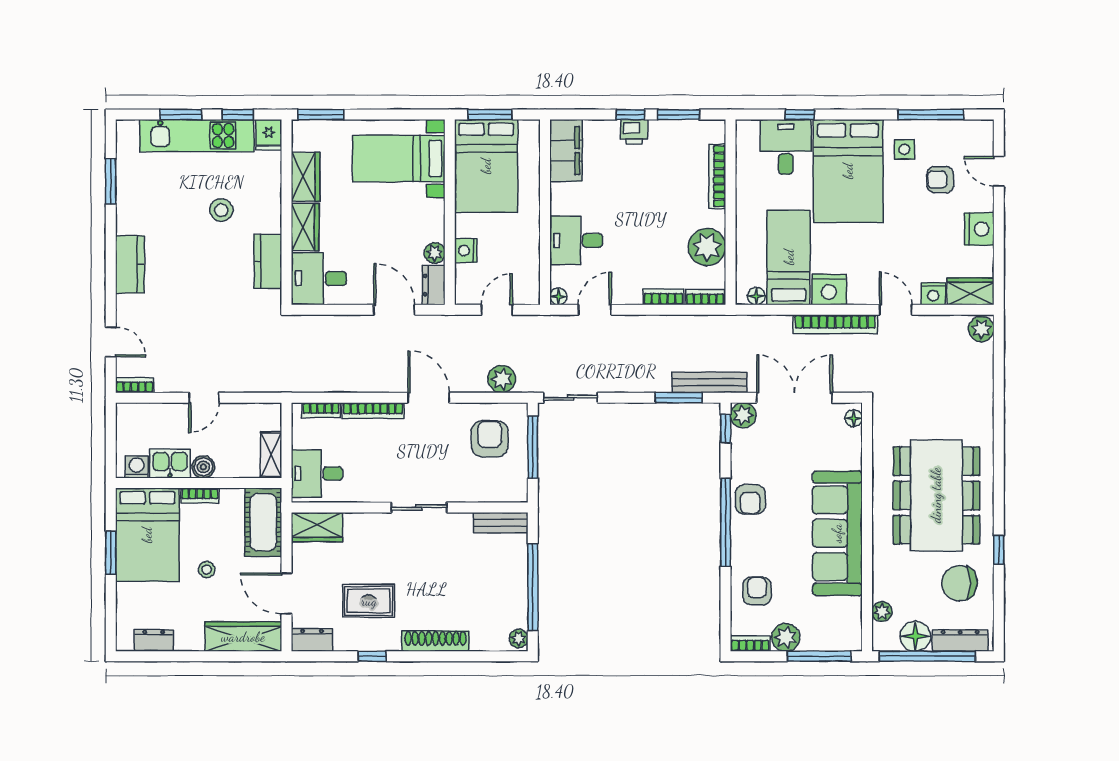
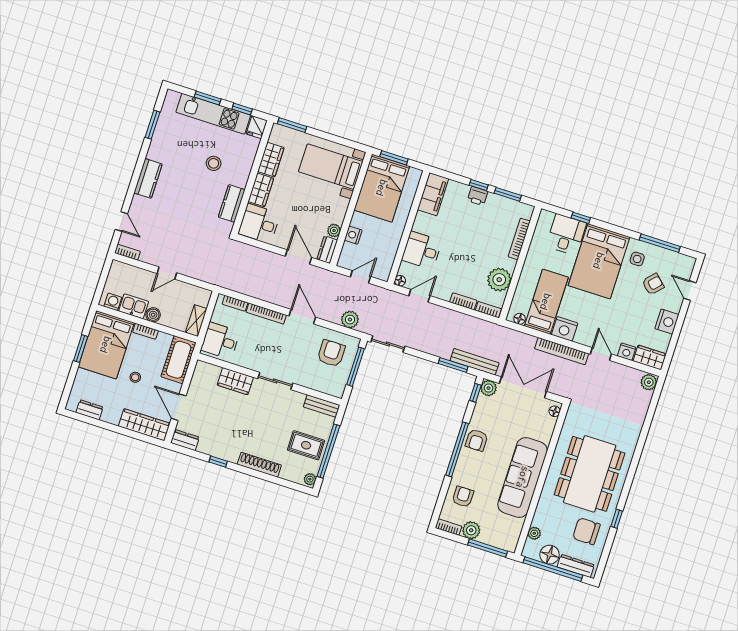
armchair: (940, 180) -> (653, 284), turned 133
wardrobe: (317, 527) -> (235, 381), moved
rug: (369, 601) -> (306, 445), moved

